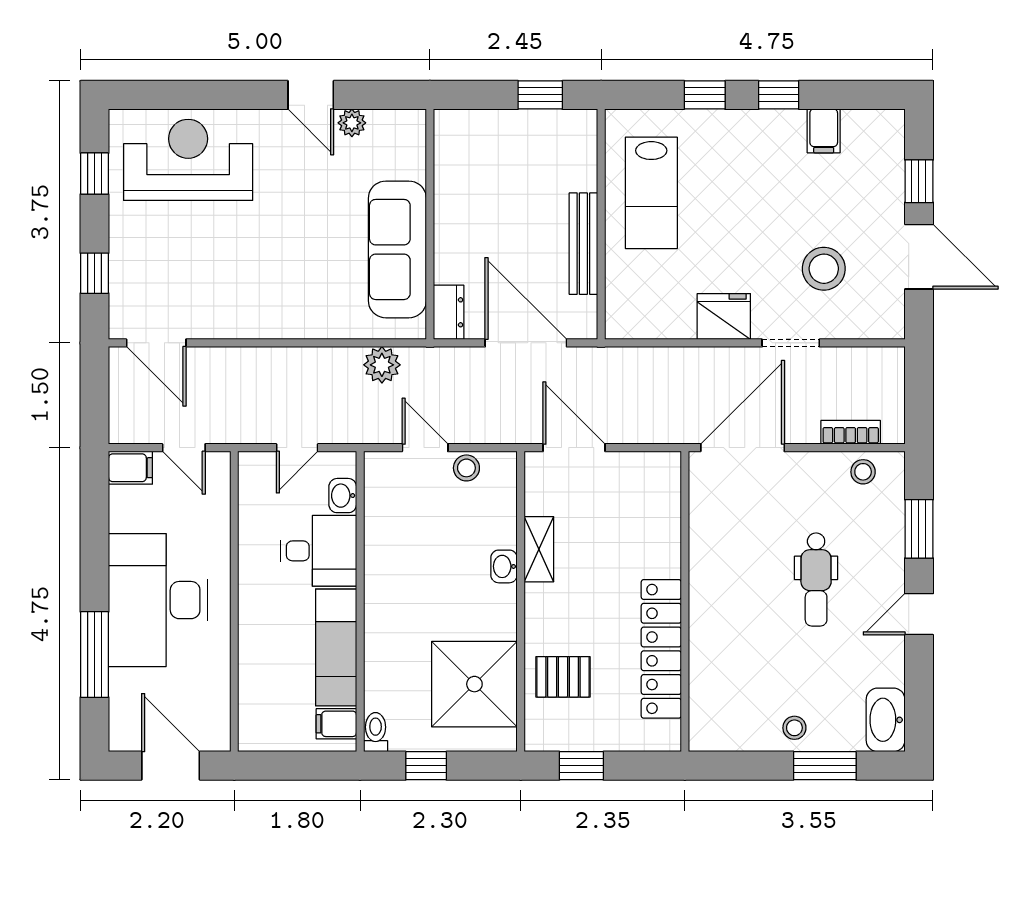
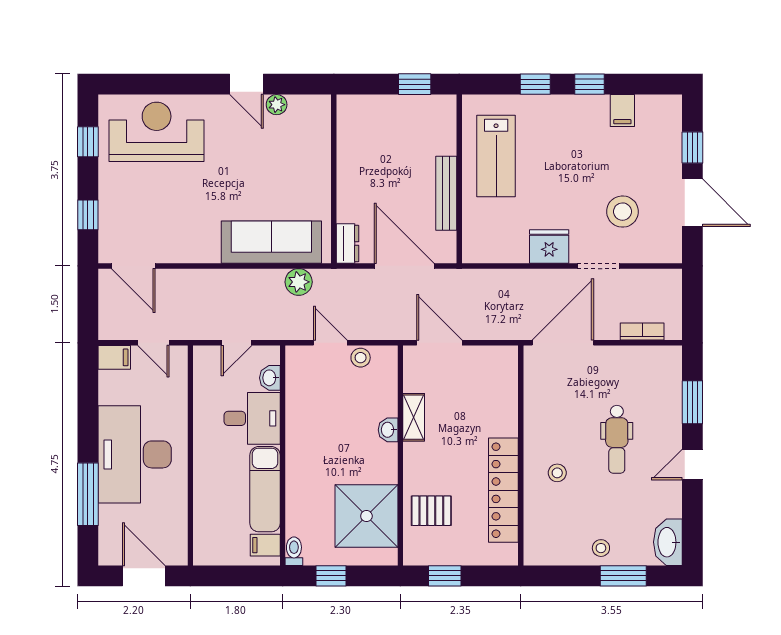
sofa: (397, 249) -> (271, 242), moved, turned 90
stool: (863, 472) -> (557, 473), moved

